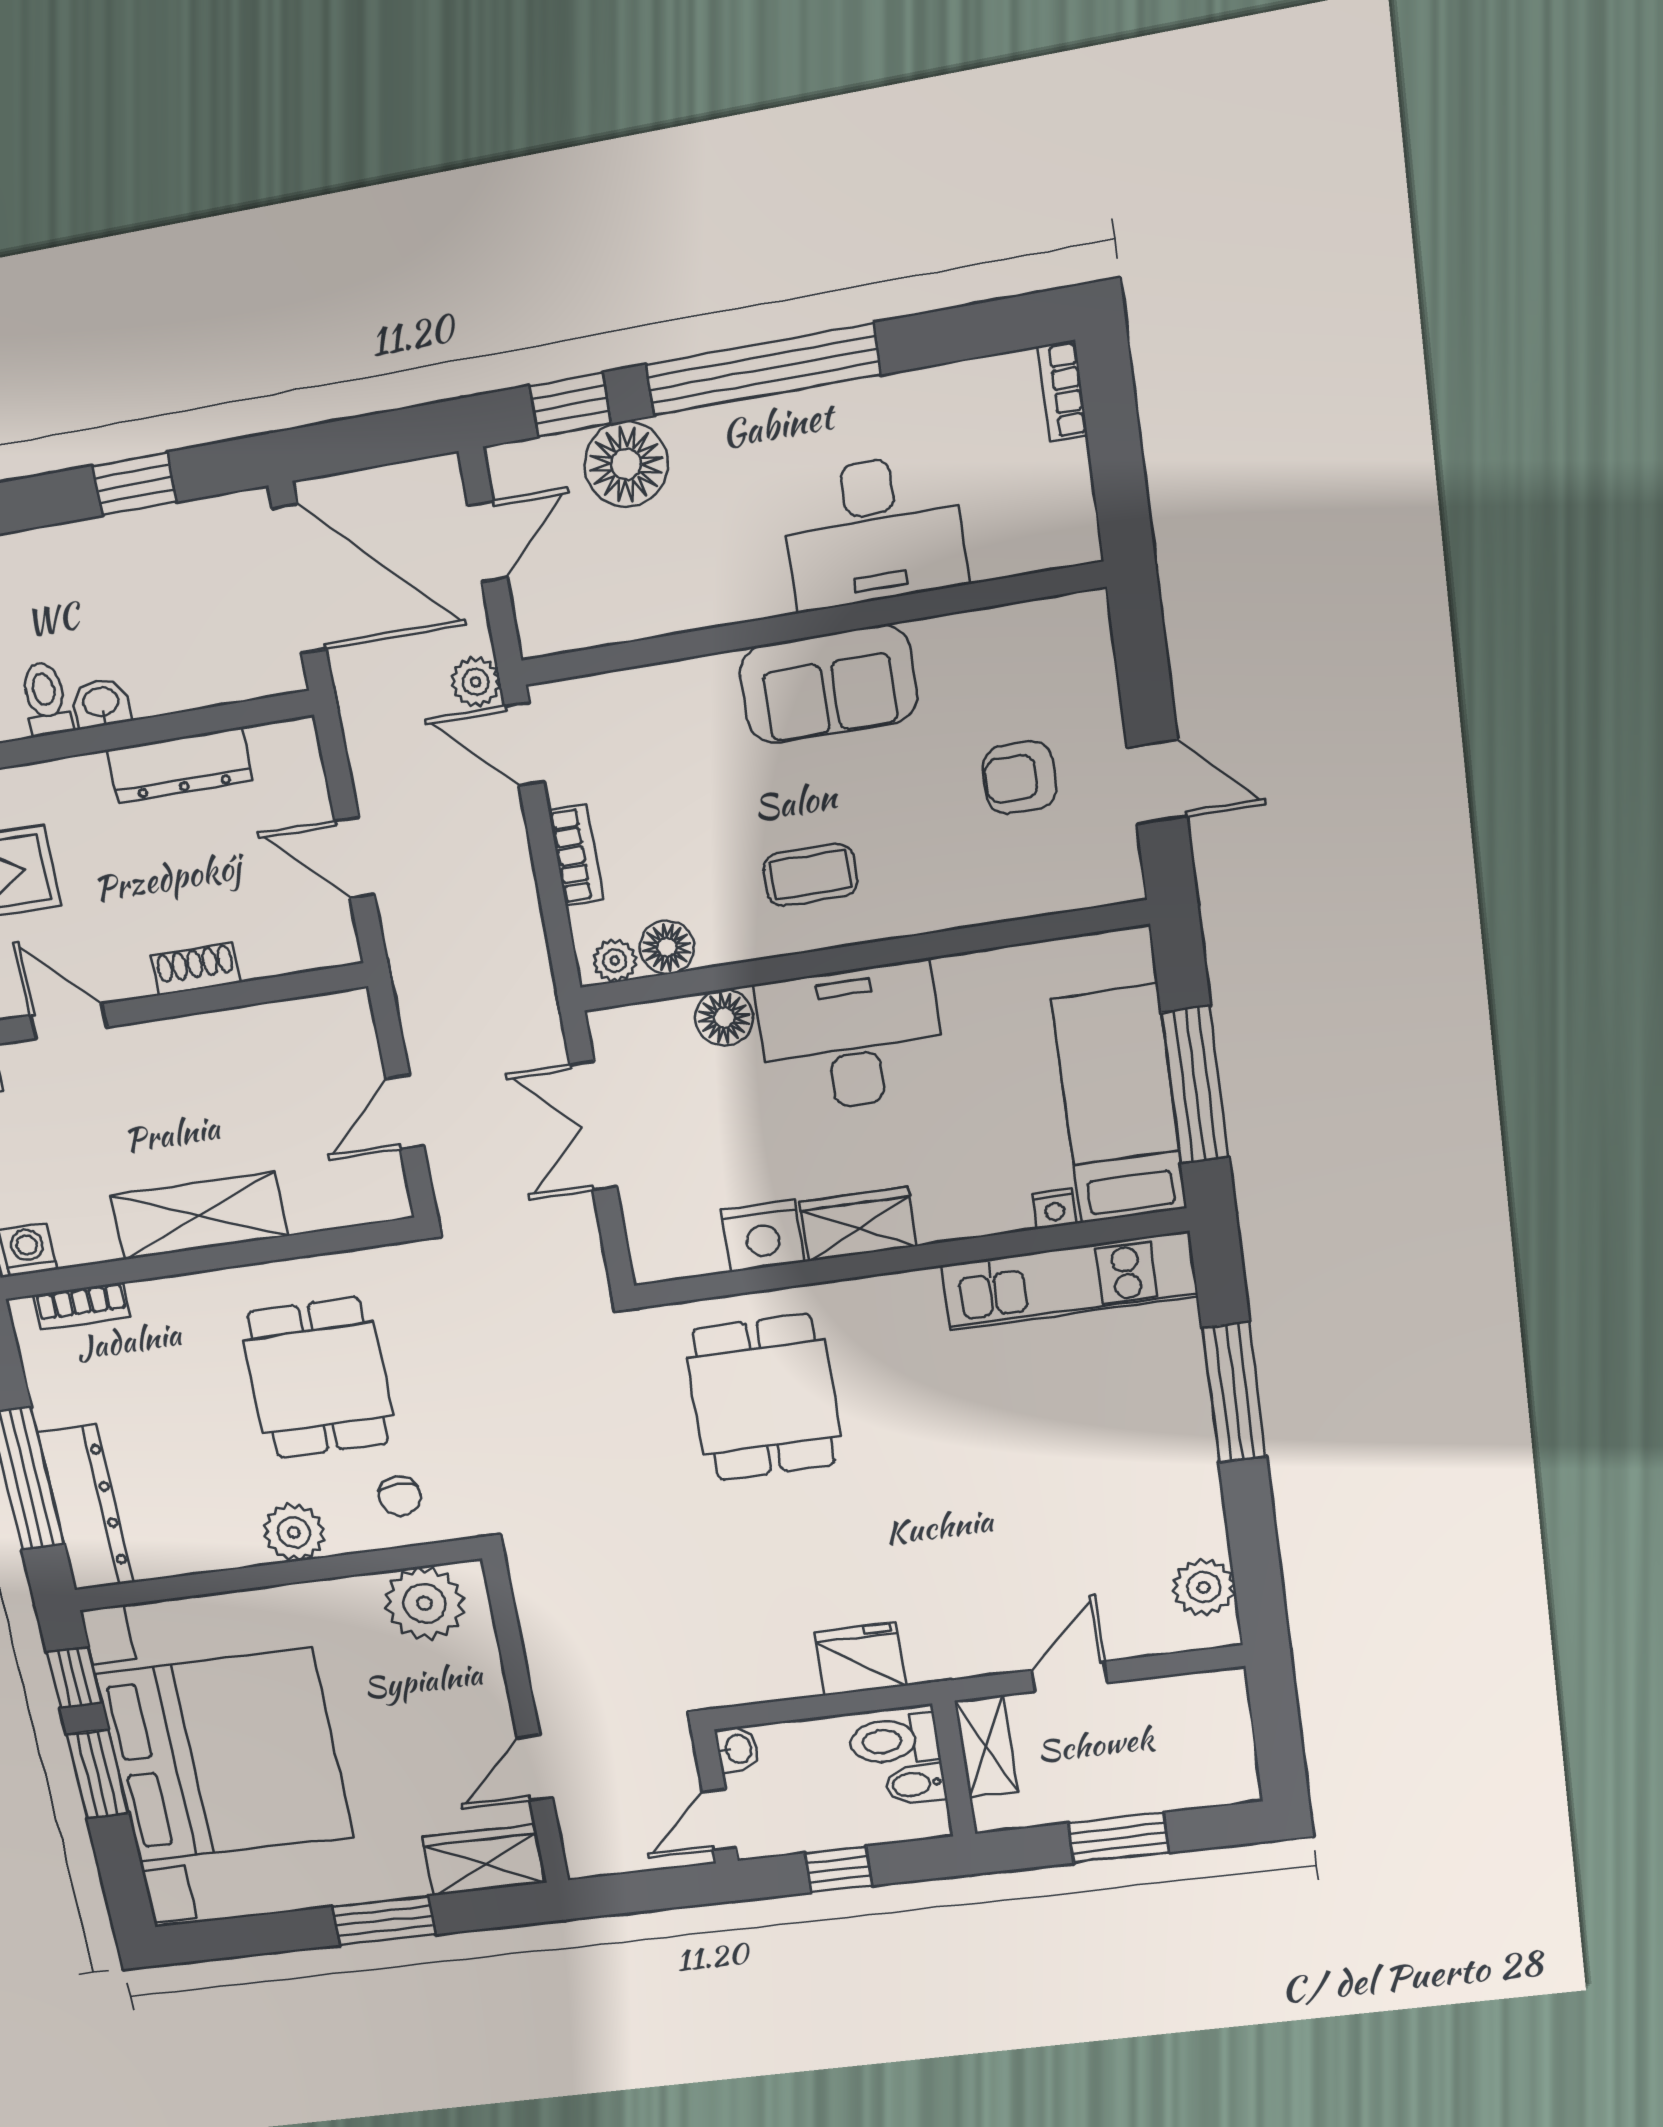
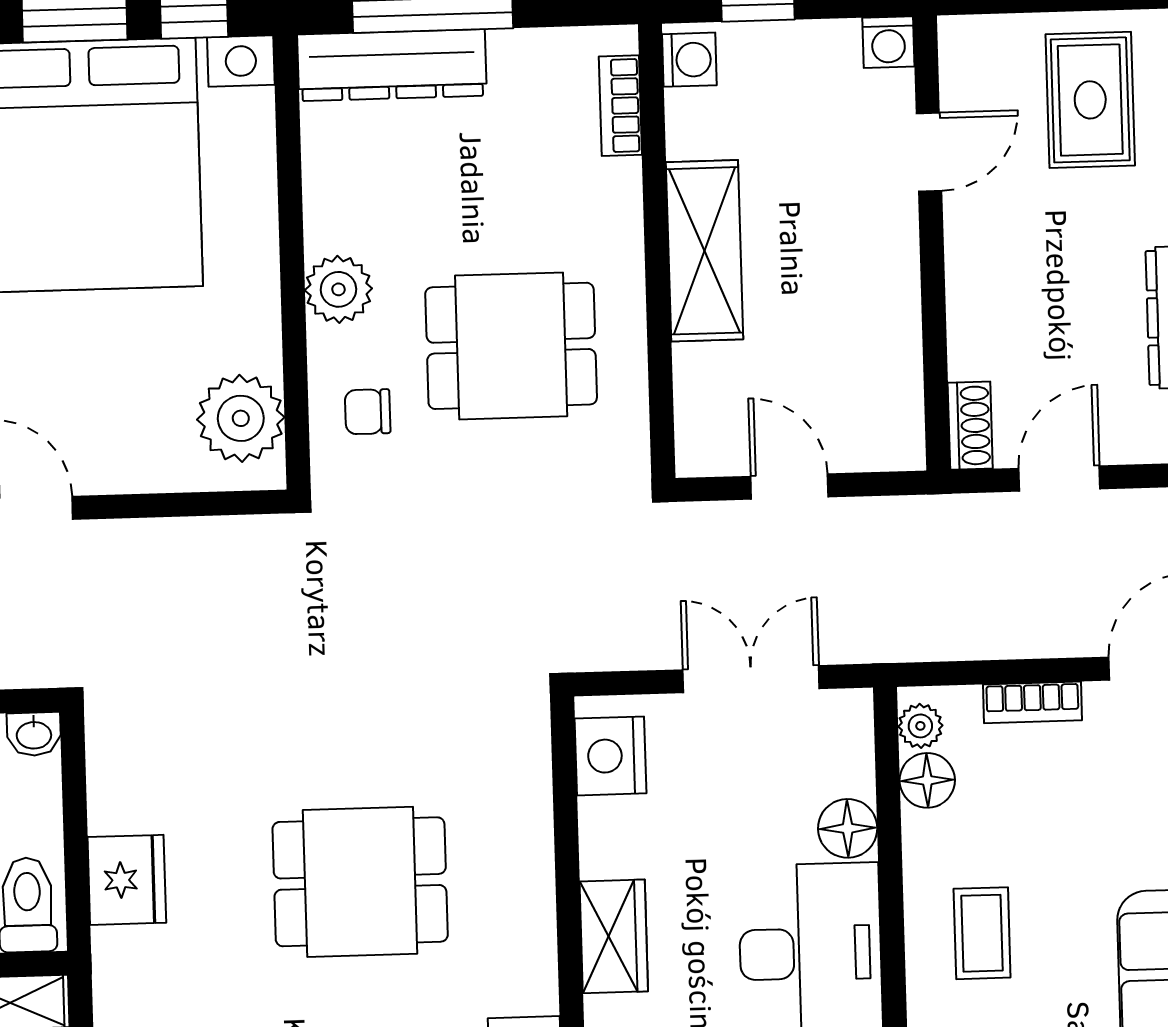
shoe rack: (196, 969) -> (970, 426), moved
nightstand: (762, 1236) -> (610, 756), moved
dining table: (764, 1397) -> (360, 882), moved

